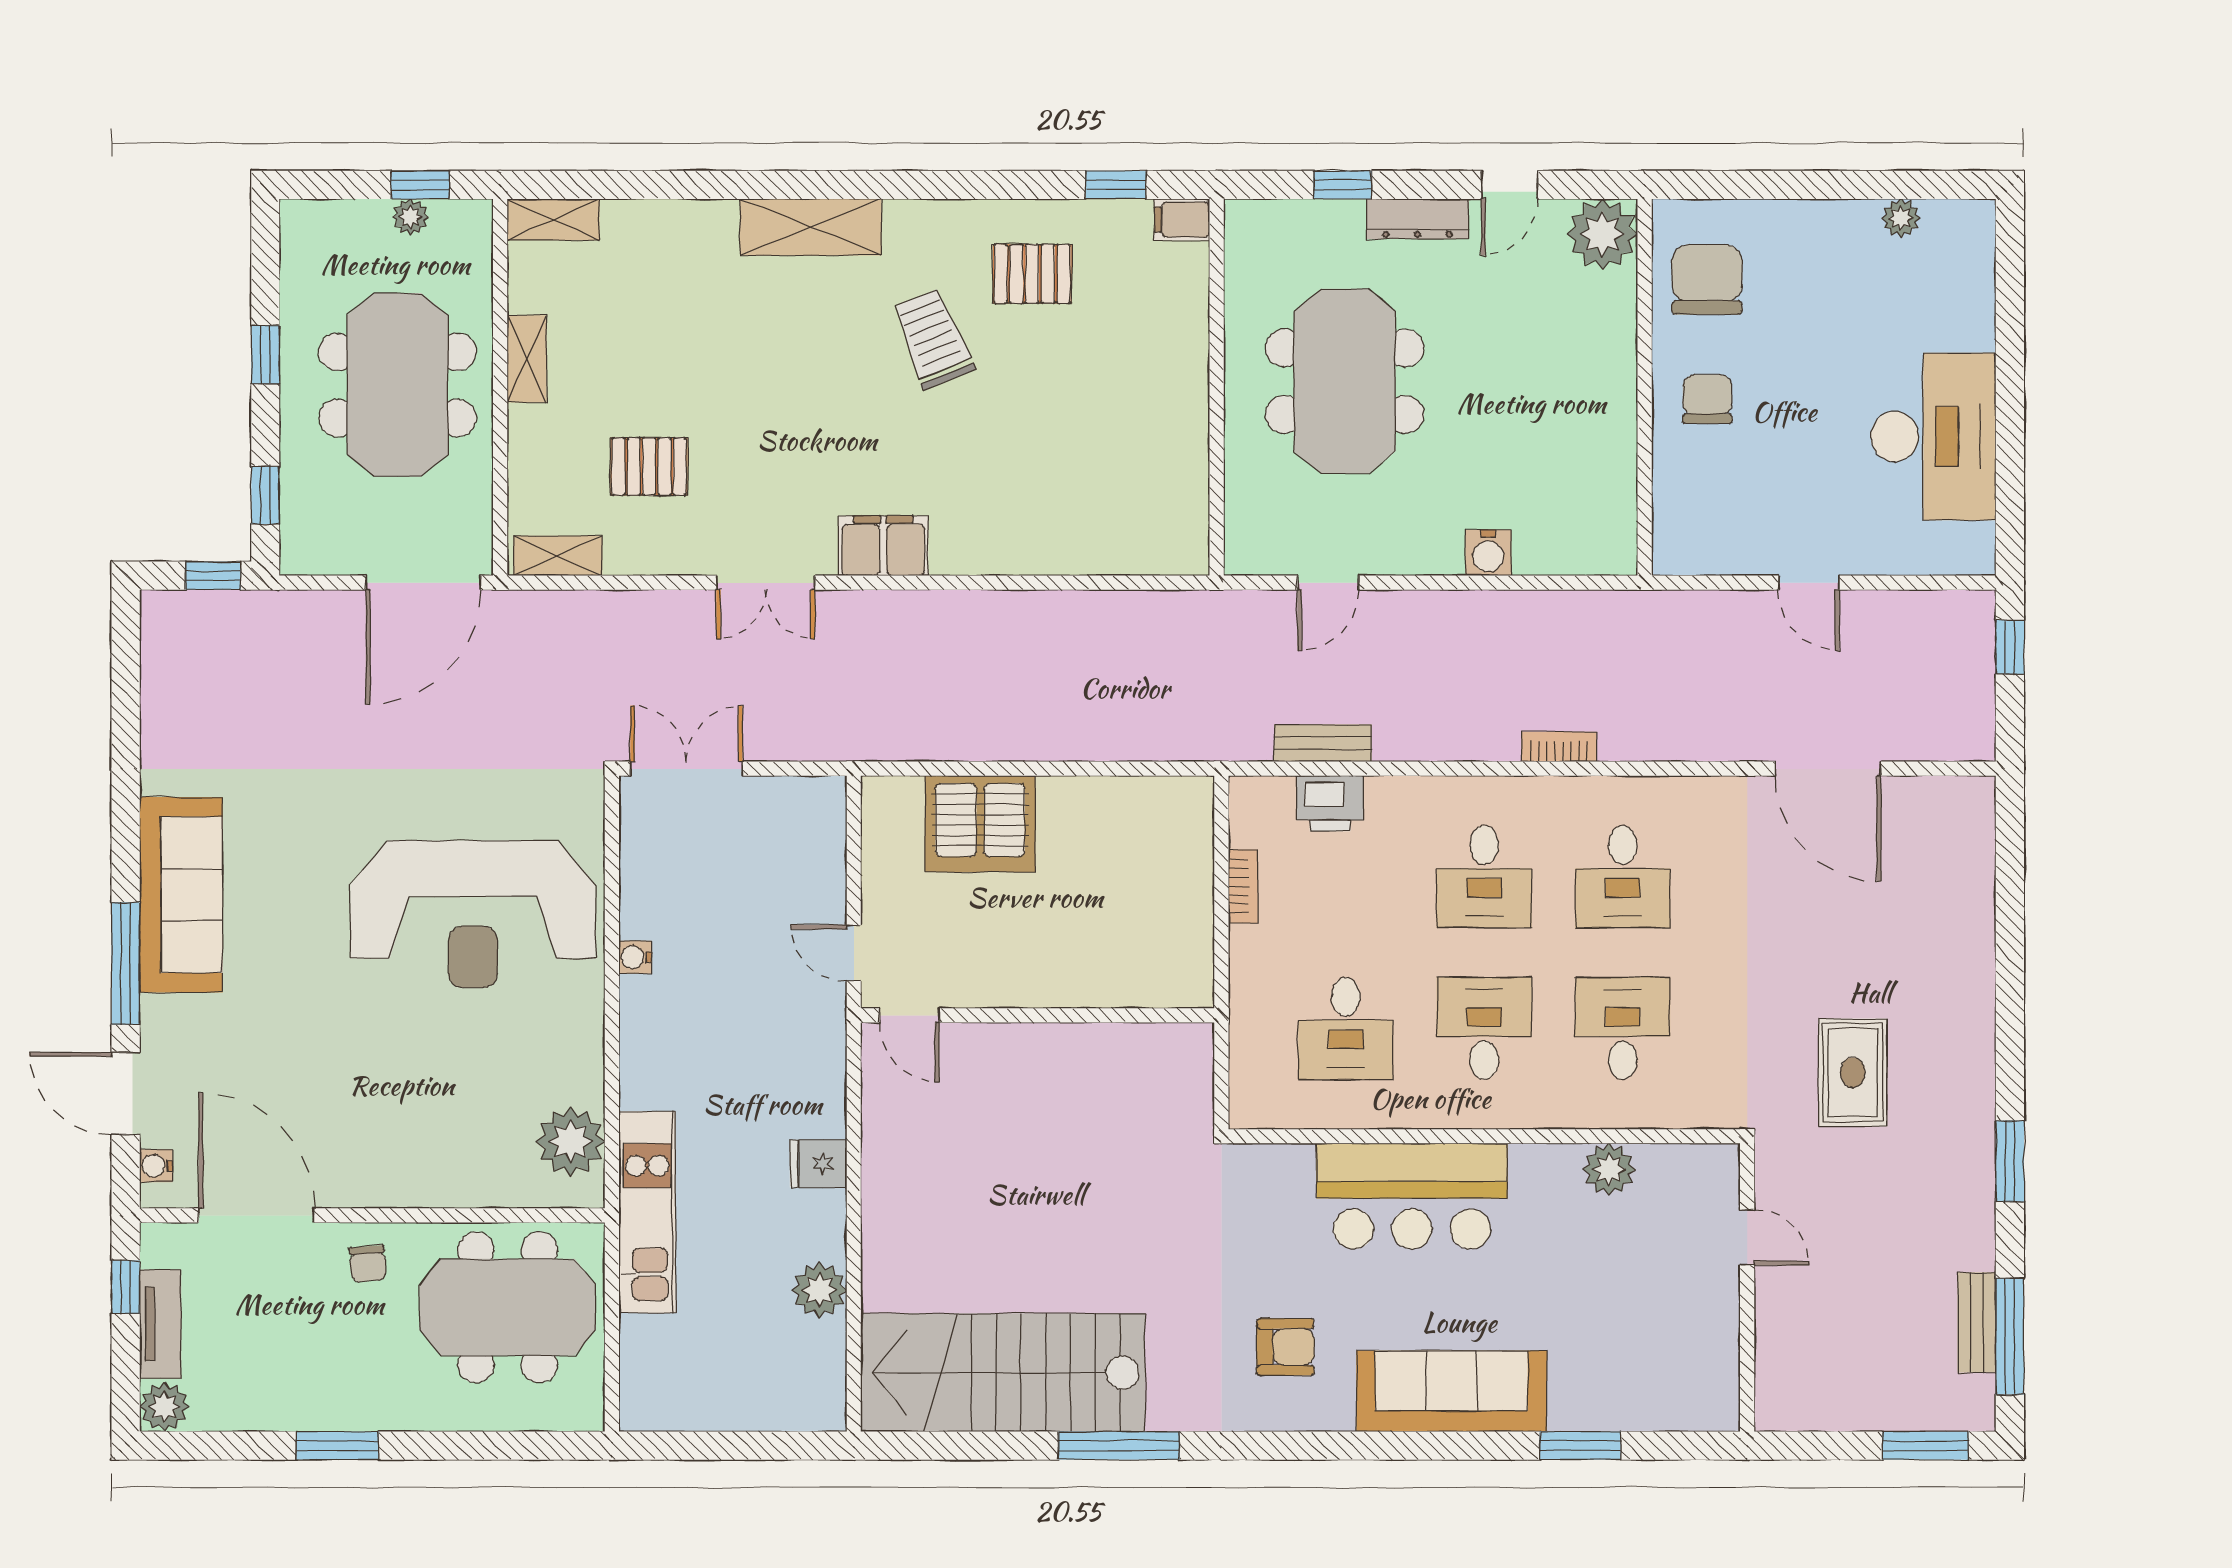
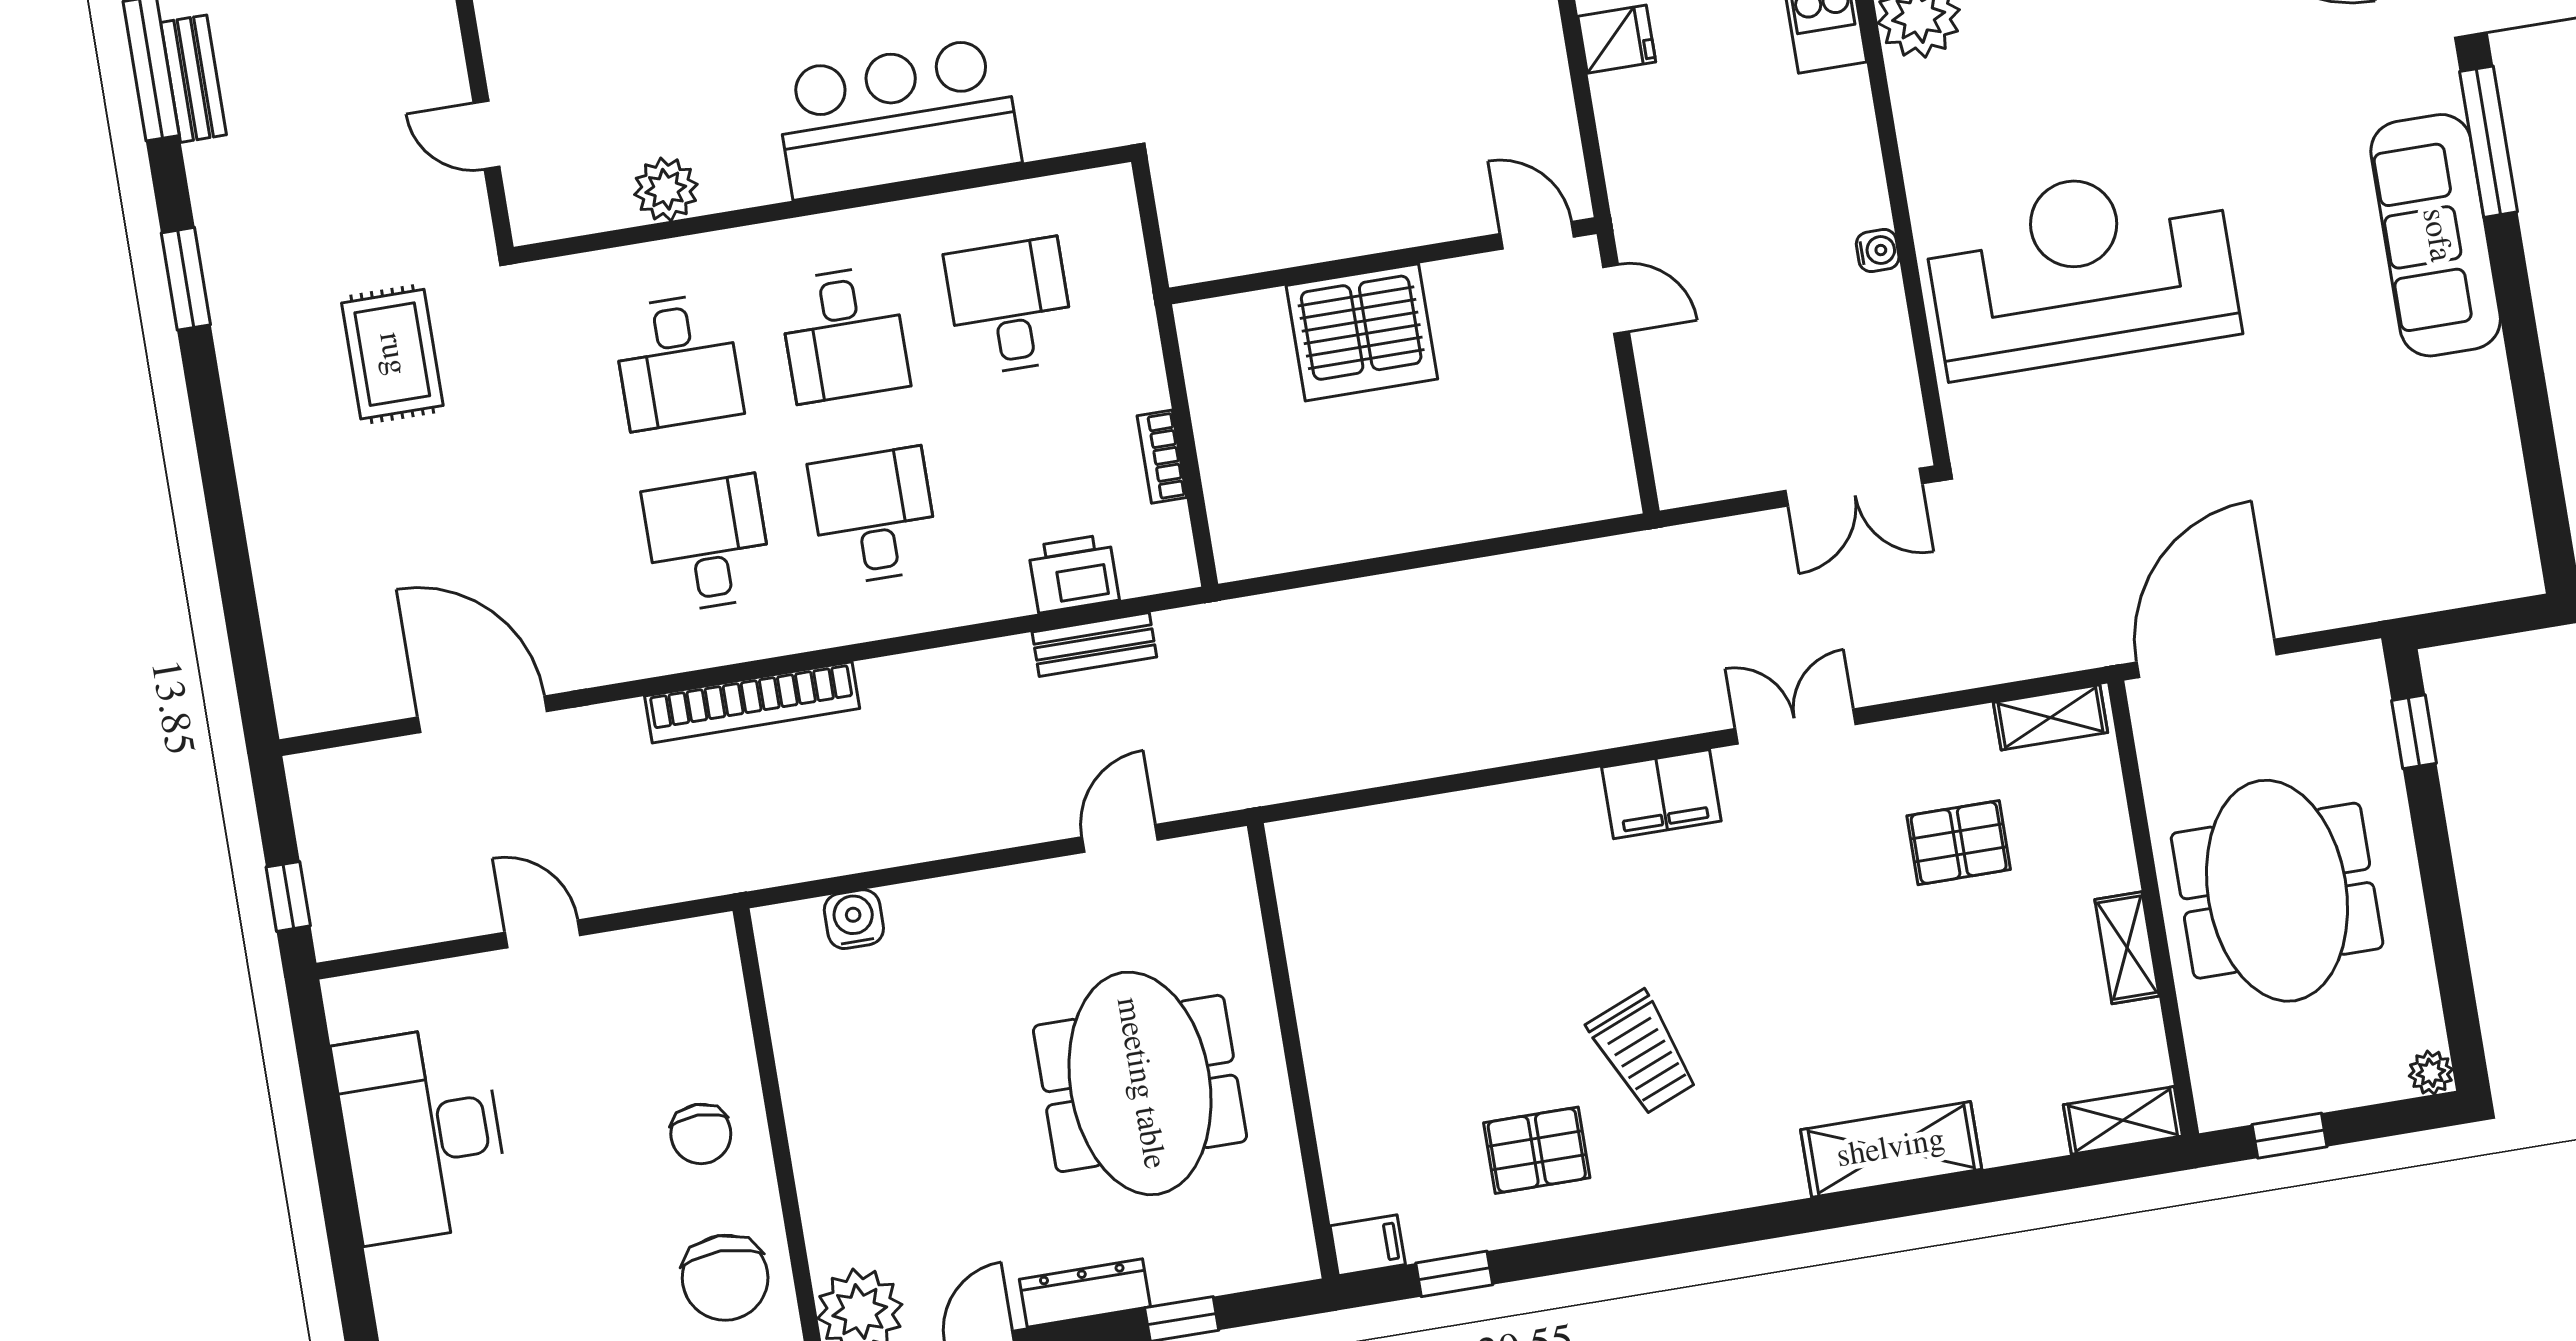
plant: (410, 217) -> (2431, 1073), moved
shelving: (811, 227) -> (1891, 1149), moved
window: (265, 355) -> (2442, 901), removed
water cooler: (1488, 553) -> (854, 919), moved
window: (213, 576) -> (2460, 625), removed
bookcase: (1559, 747) -> (752, 702), width x2.31, depth x1.31
server rack: (980, 824) -> (1362, 332), moved, turned 180

